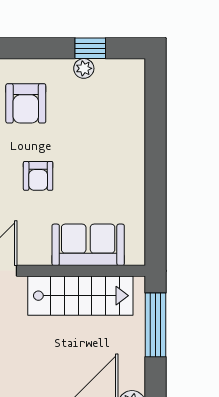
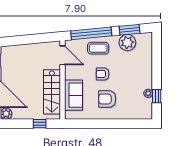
armchair: (26, 103) -> (107, 99), moved
window: (155, 325) -> (40, 124), width x0.46

